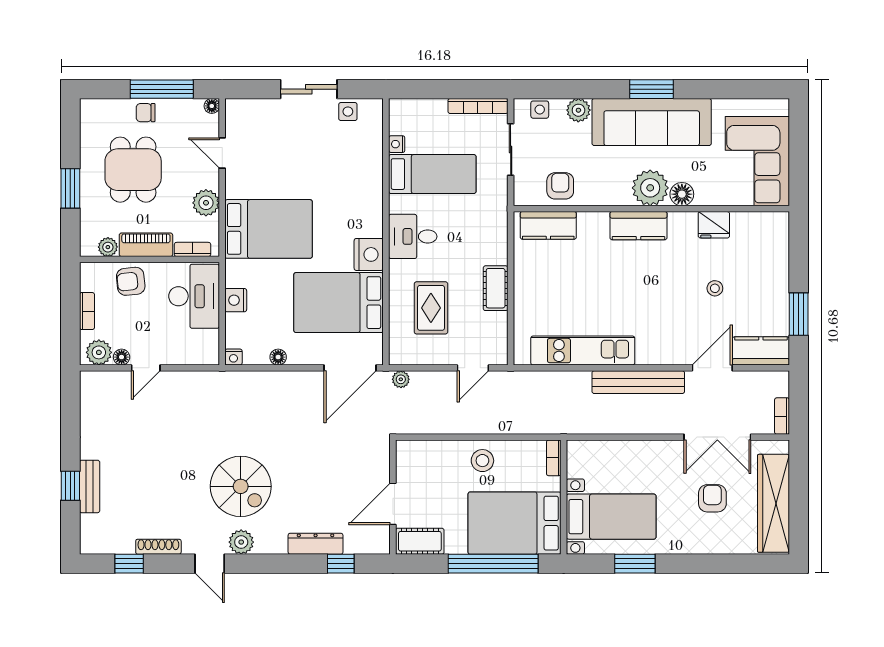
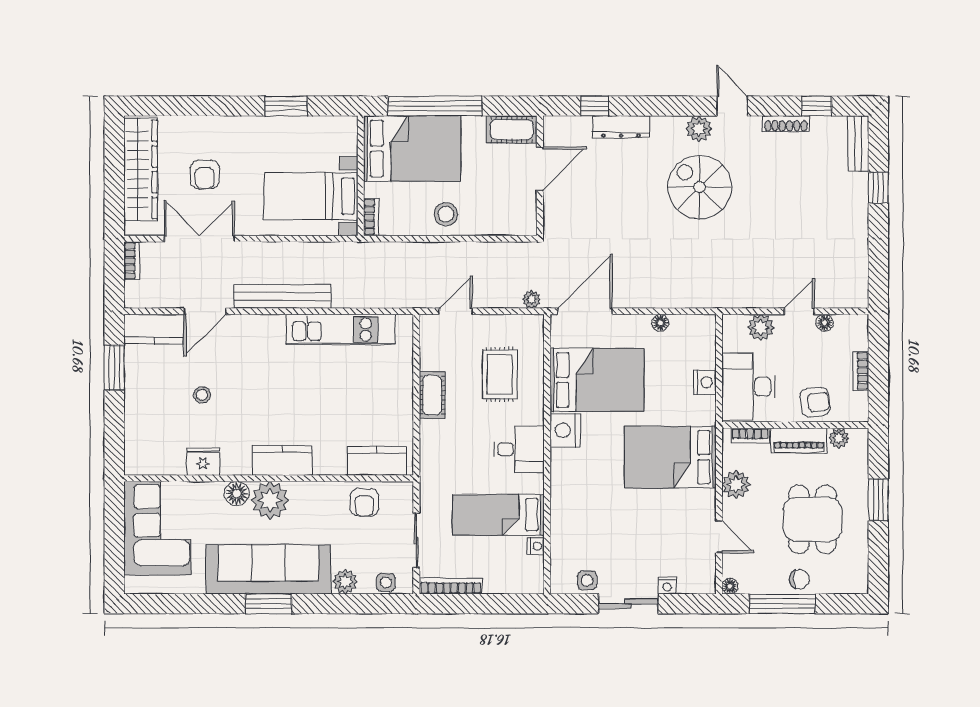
plant: (99, 352) -> (761, 328), moved
nightstand: (233, 357) -> (667, 586), moved, turned 180
bench: (90, 486) -> (858, 143), moved
bed with nightstands: (611, 517) -> (311, 196), moved

